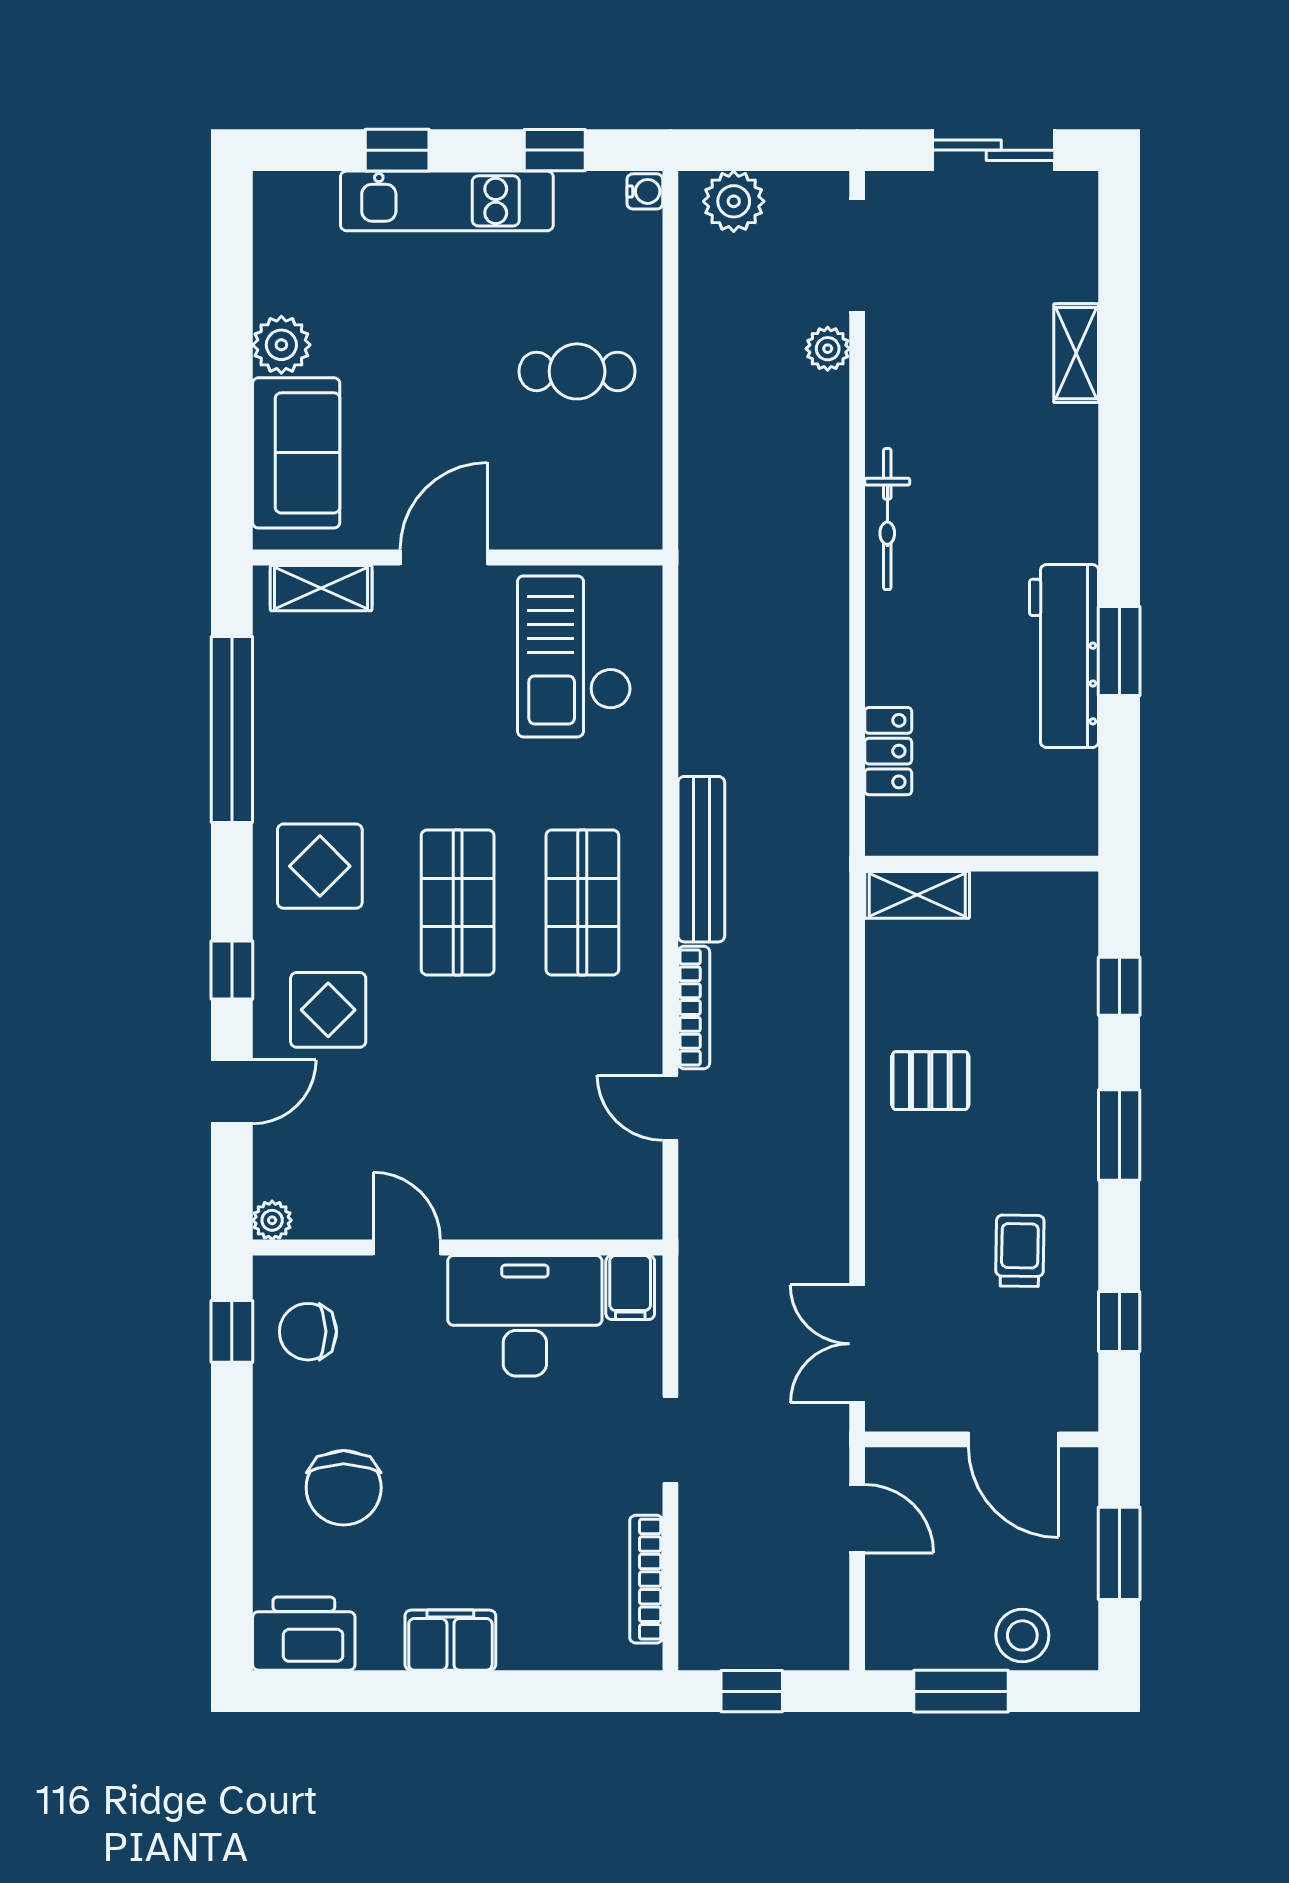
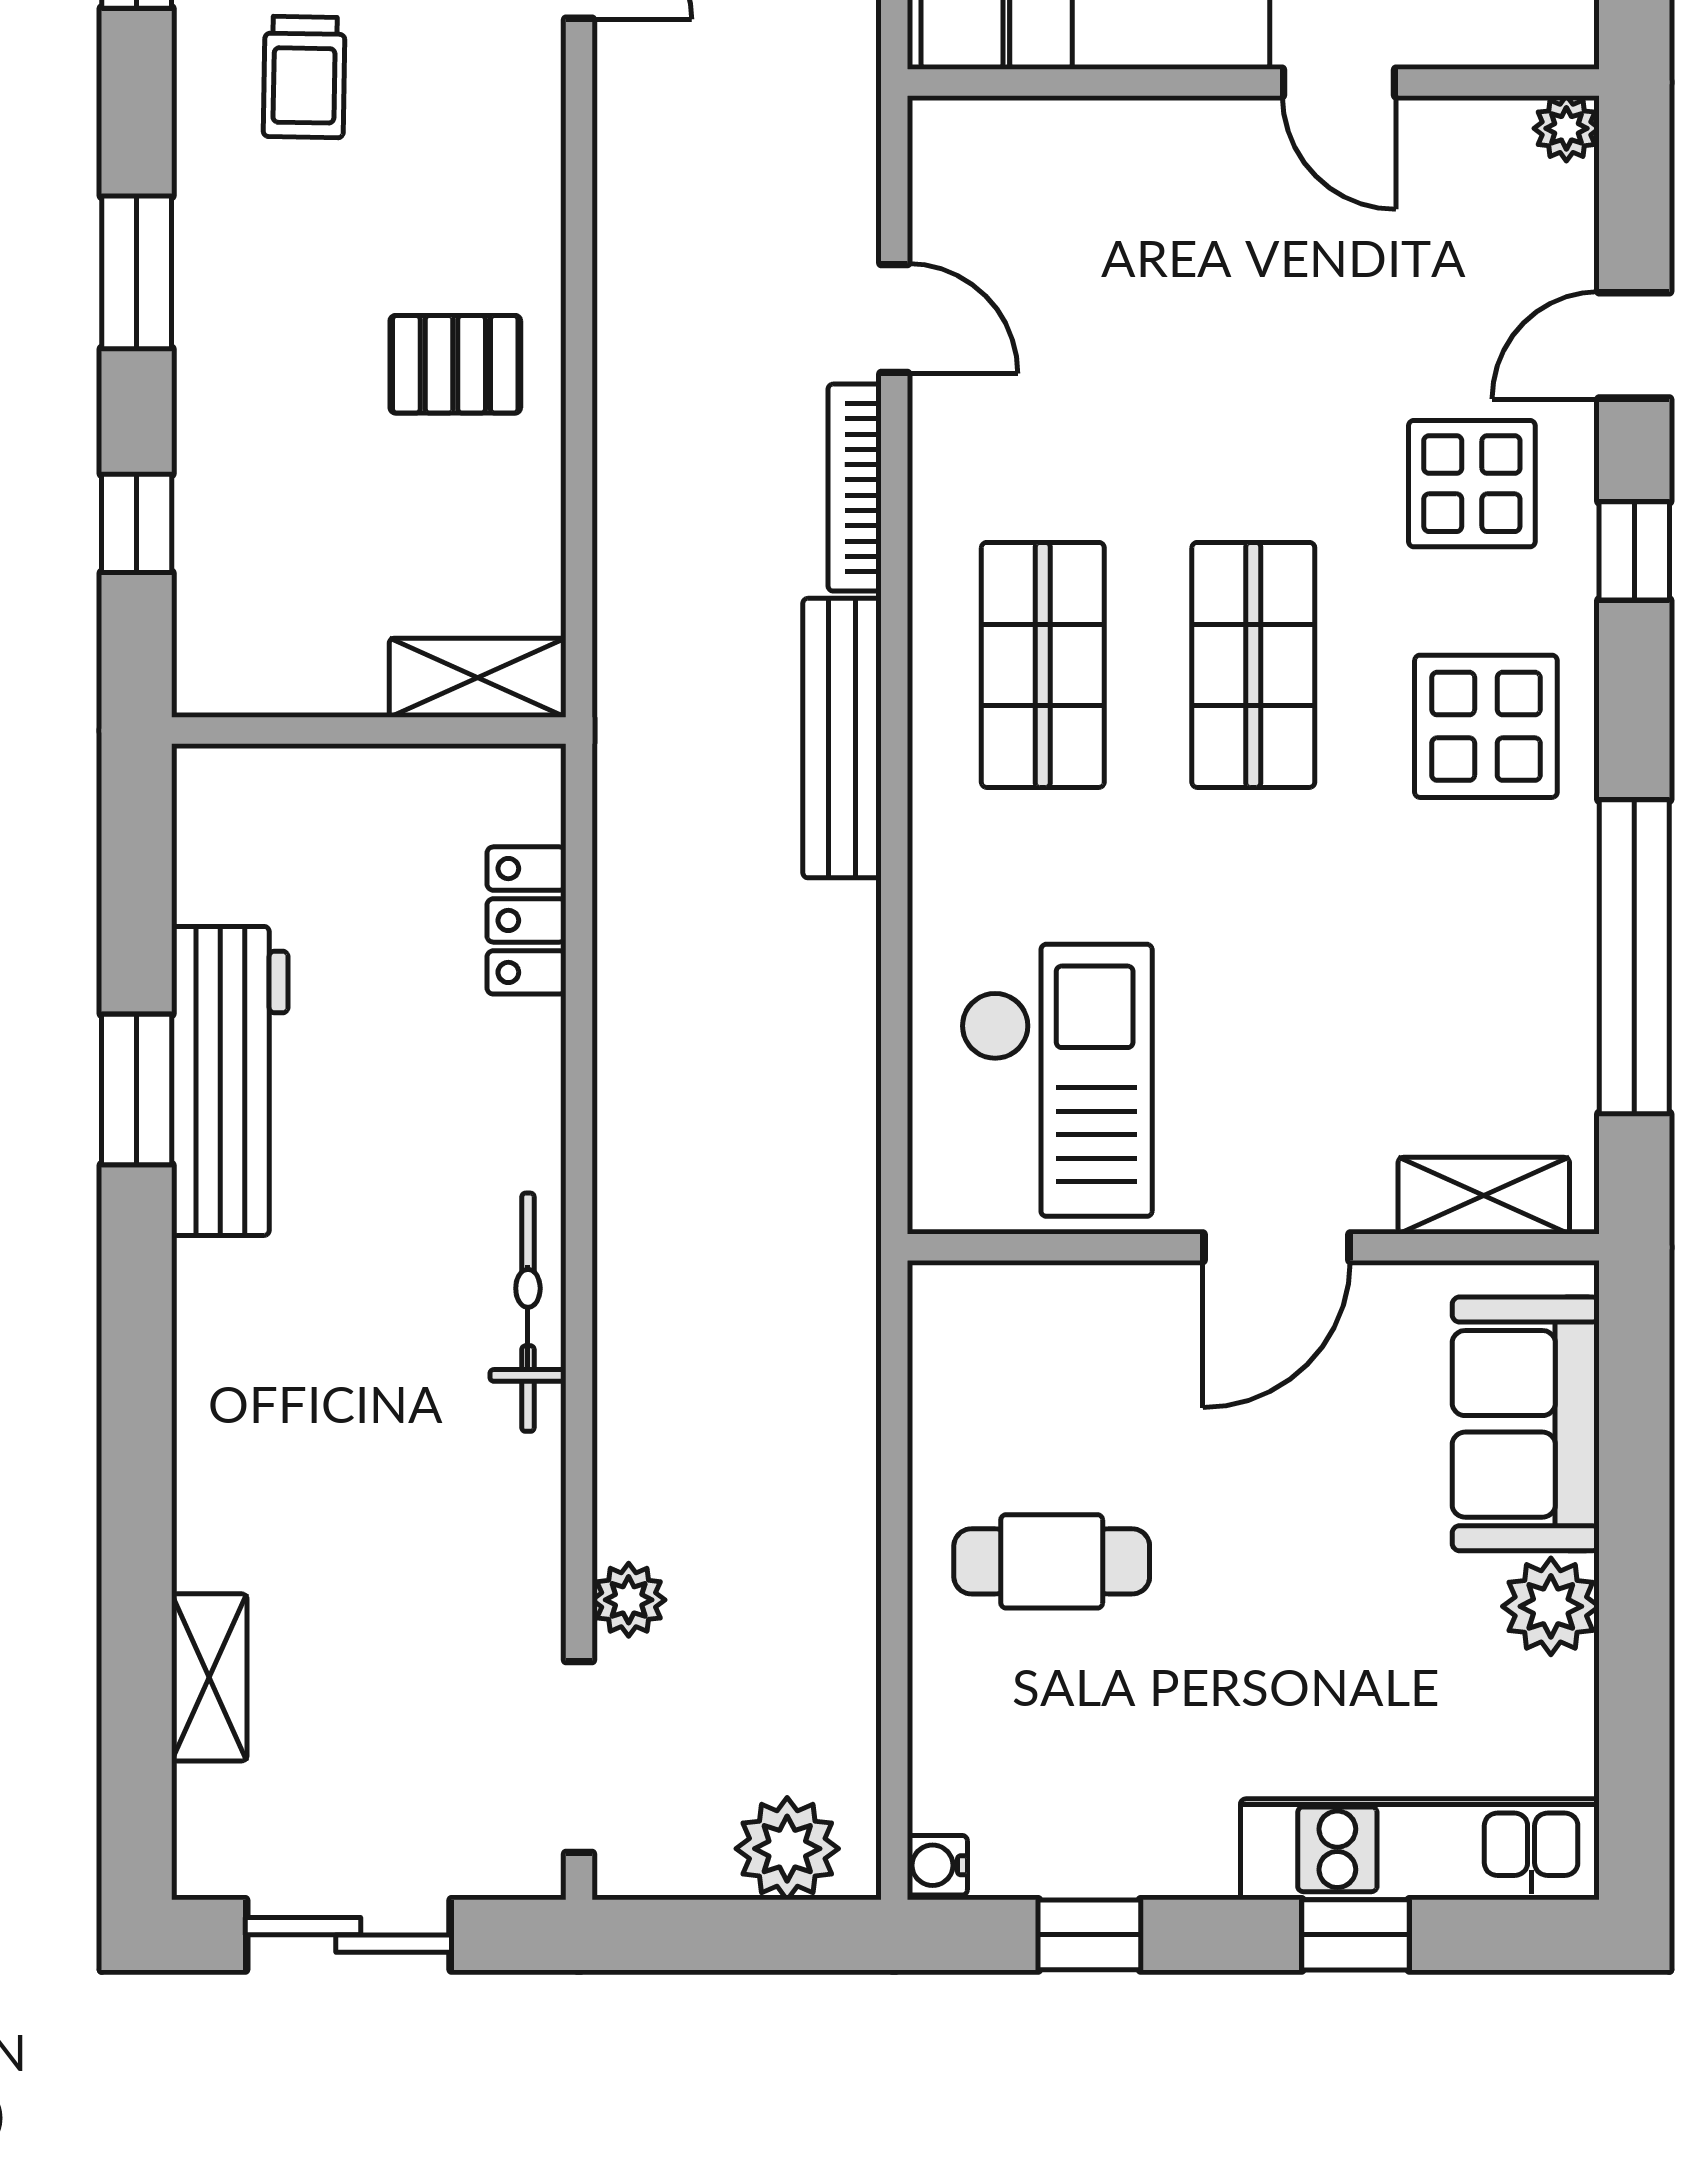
kitchen unit: (447, 201) -> (1420, 1849), moved
shelving: (1076, 353) -> (209, 1677), moved

